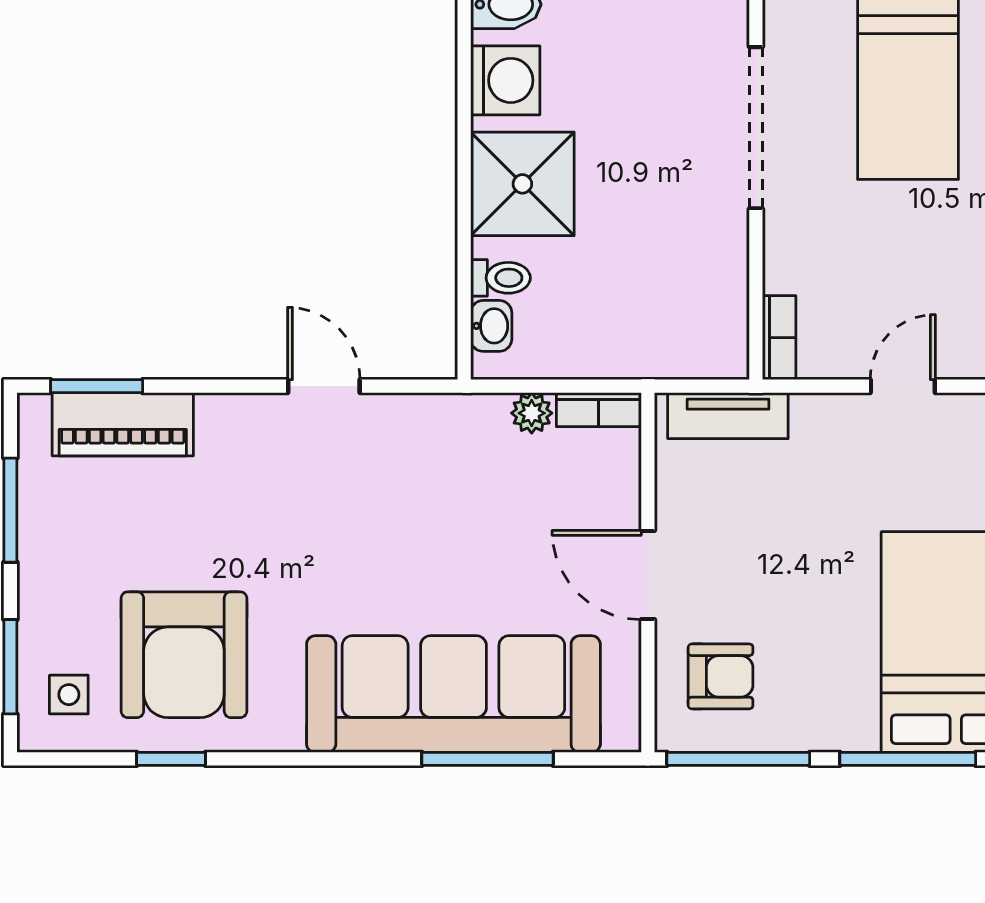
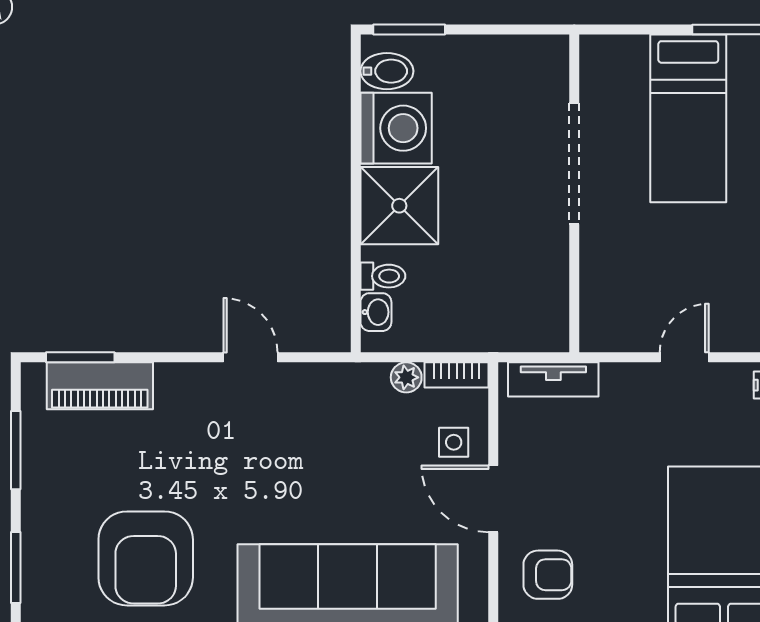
washing machine: (505, 80) -> (396, 128), width x1.37, depth x1.37
bookcase: (779, 338) -> (592, 321), removed
side table: (69, 695) -> (454, 442), moved

